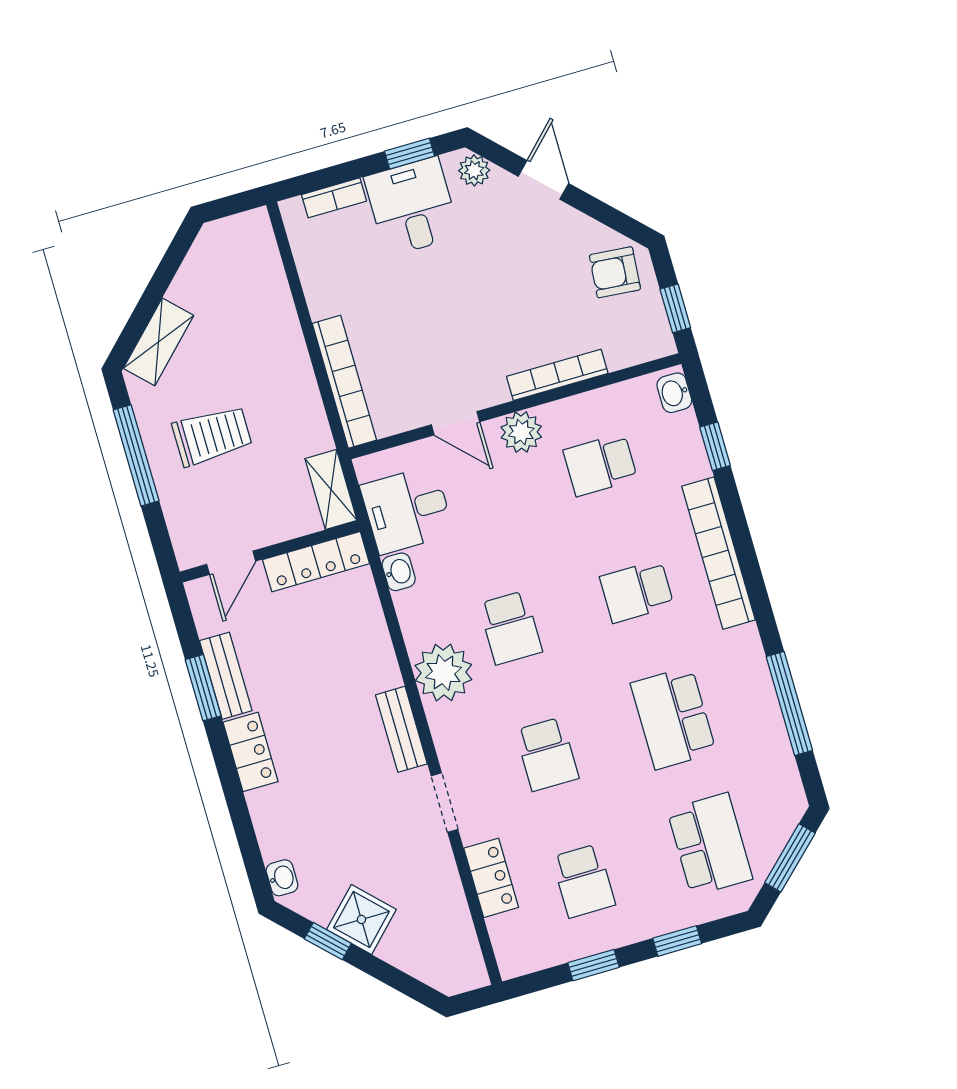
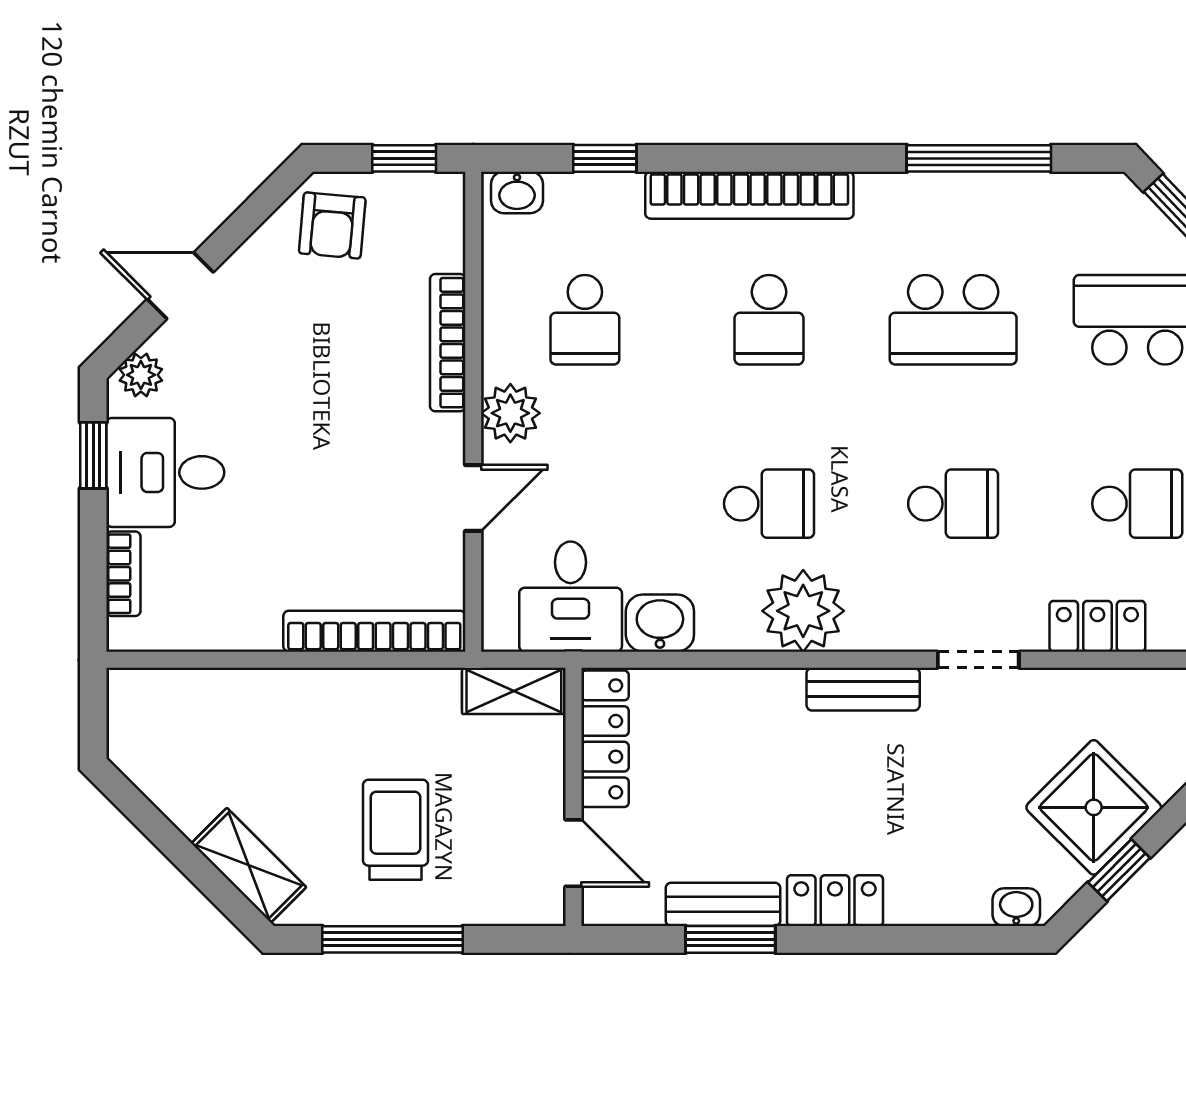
washbasin: (399, 572) -> (660, 623), width x1.38, depth x1.45
shower: (361, 919) -> (1094, 807), width x1.36, depth x1.36

